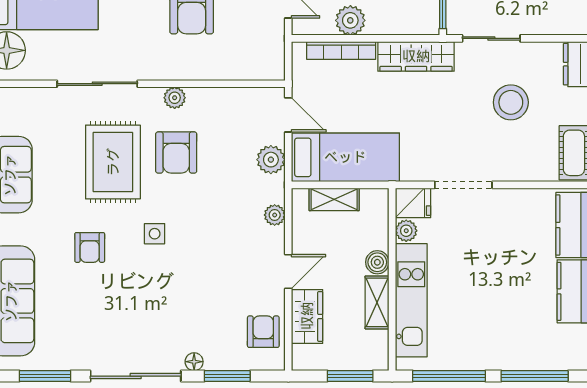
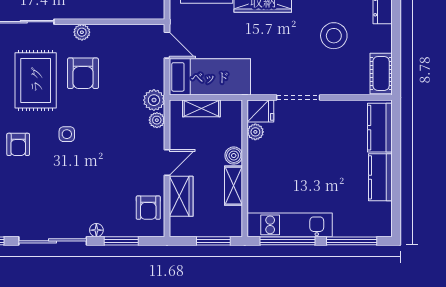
plant: (271, 160) -> (154, 100), moved
kitchen unit: (411, 300) -> (290, 225), moved, turned -90
armchair: (263, 332) -> (148, 208), turned 180

